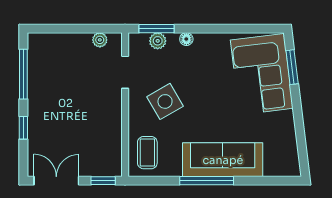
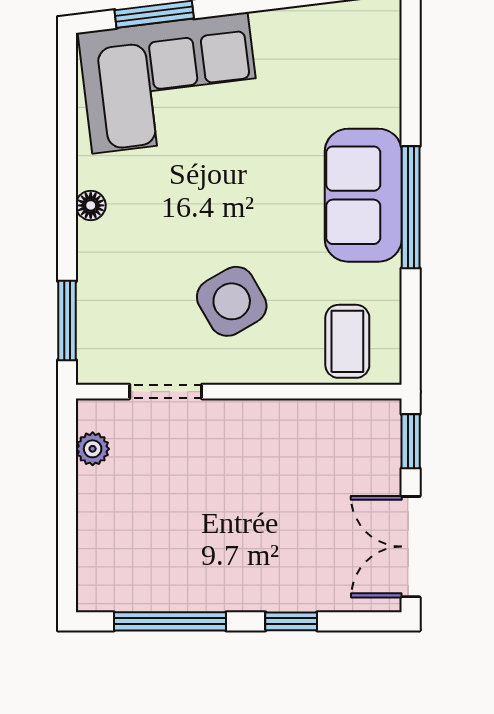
floor lamp: (186, 39) -> (91, 205), moved
plant: (158, 41) -> (95, 318), removed
coffee table: (147, 153) -> (347, 341), turned 90
sofa: (223, 160) -> (363, 195), width x0.73

